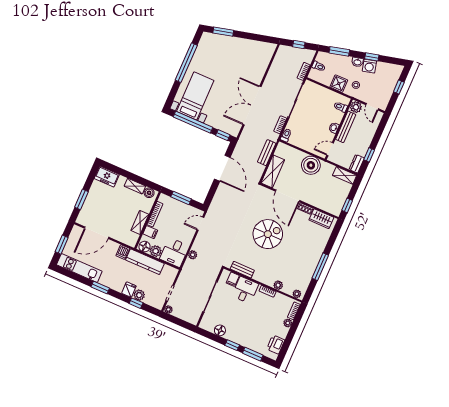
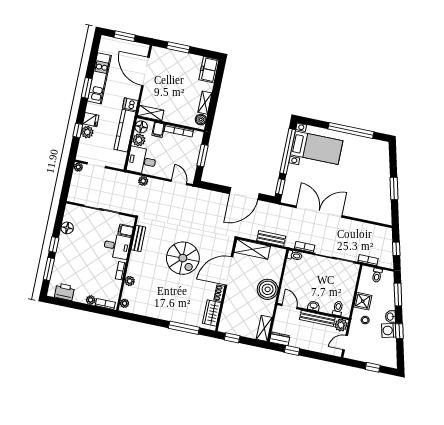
window: (223, 32) -> (394, 188), moved
shelving: (140, 222) -> (151, 113), moved
window: (320, 267) -> (184, 328), moved
kitchen unit: (79, 268) -> (99, 78), moved

